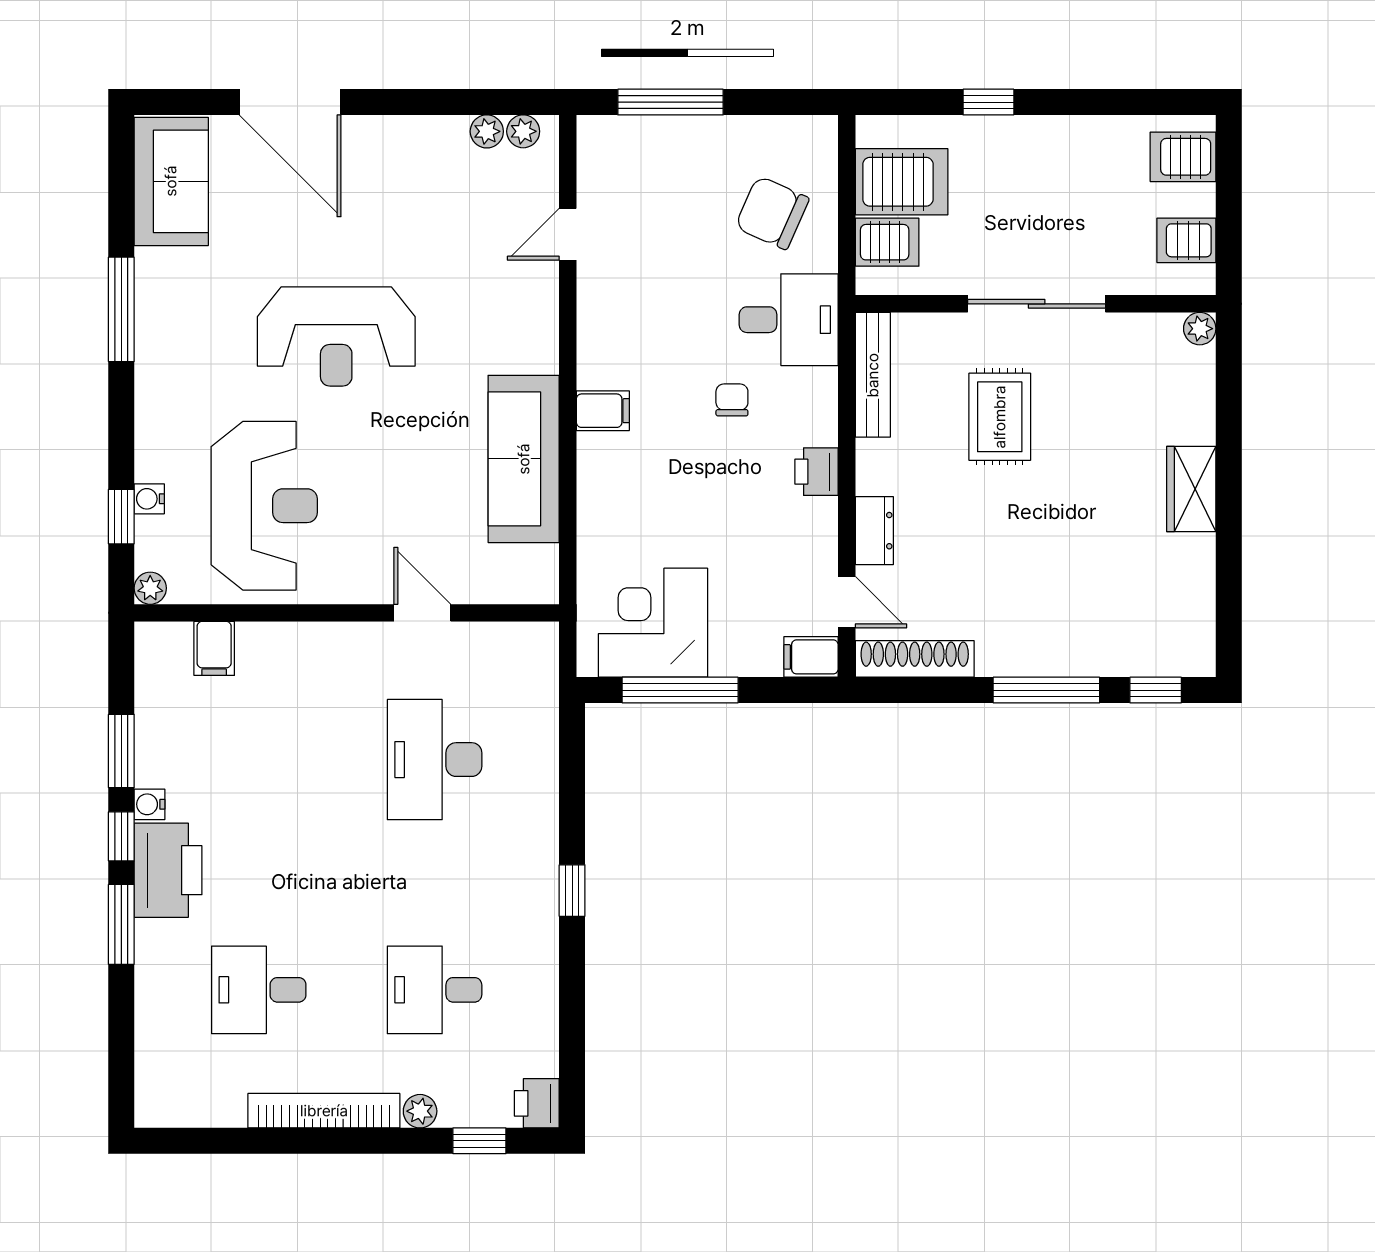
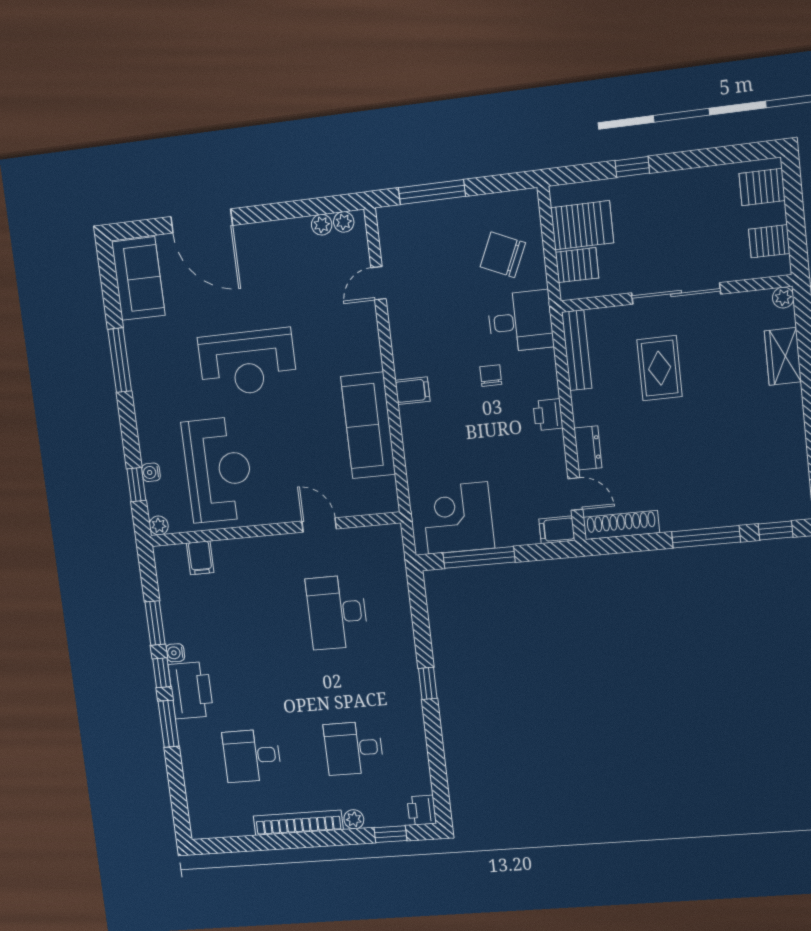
wardrobe: (1191, 489) -> (783, 356), moved

